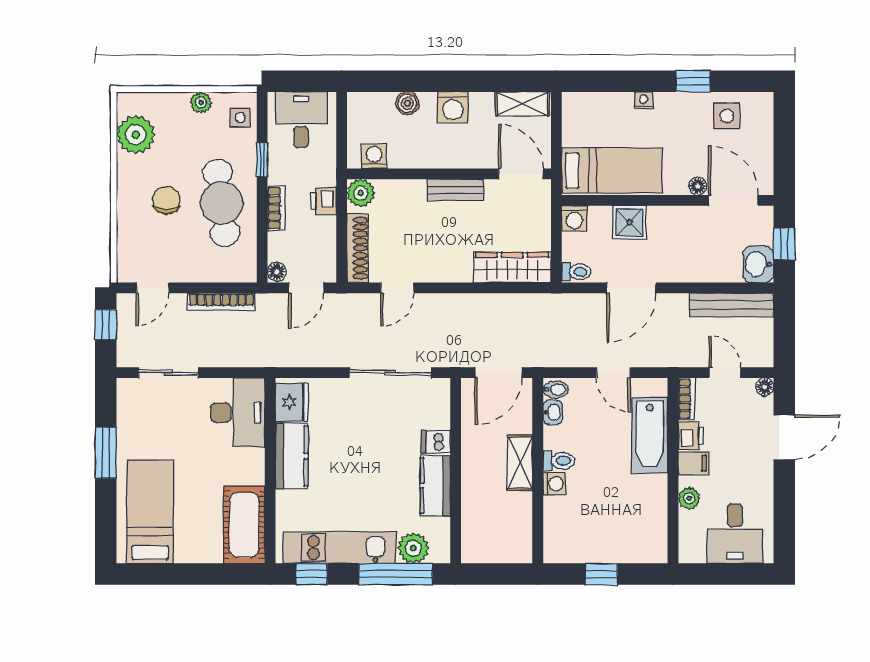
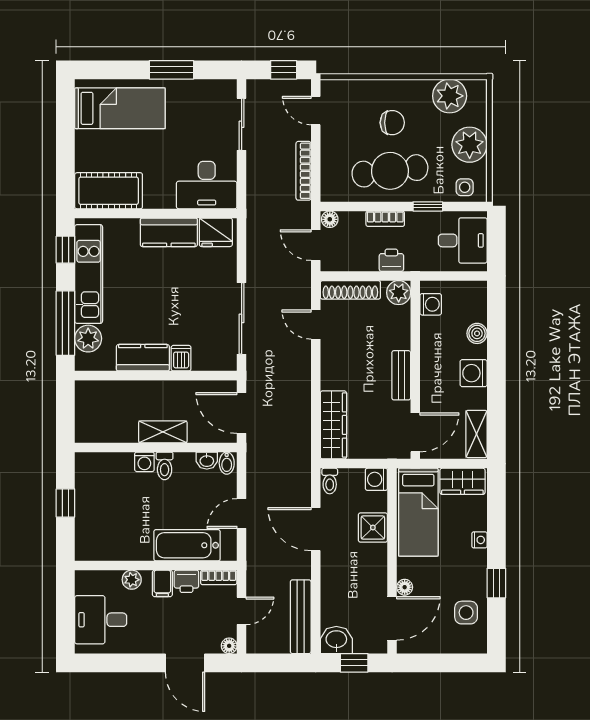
plant: (201, 102) -> (470, 145), width x1.87, depth x1.87
wardrobe: (577, 120) -> (462, 481), added

